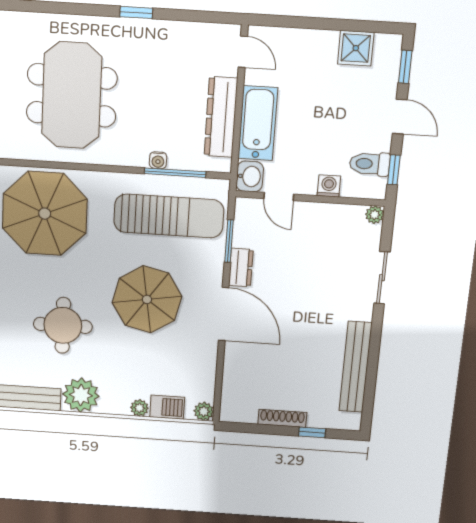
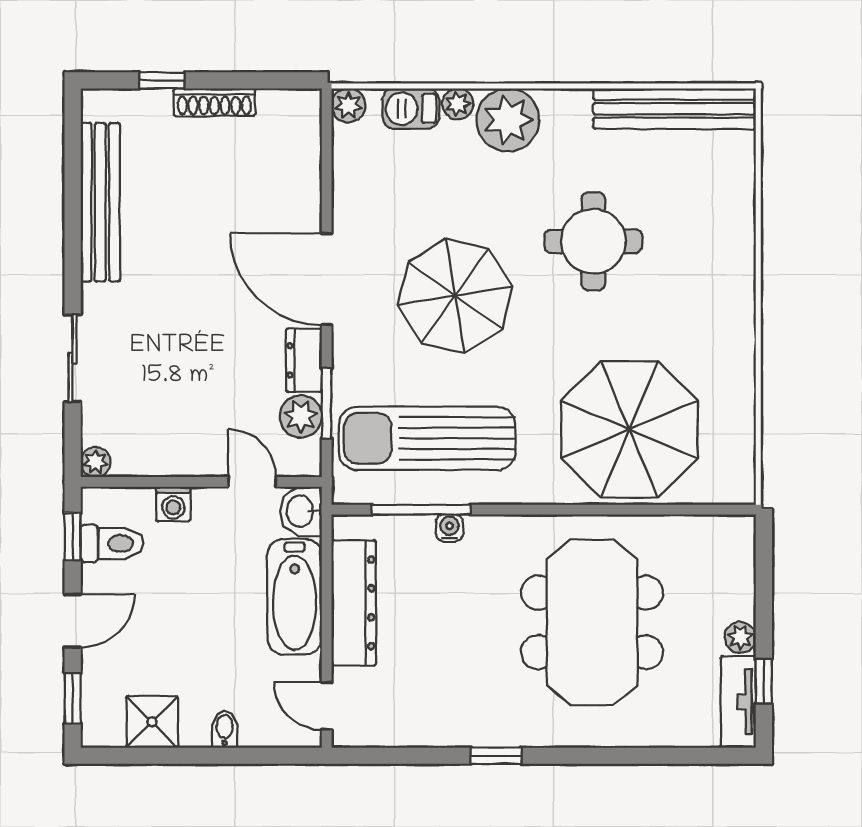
bidet: (309, 41) -> (225, 729), added
door: (400, 117) -> (73, 621), swing flipped
plant: (245, 234) -> (301, 416), added
plant: (81, 395) -> (508, 120), moved

